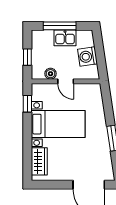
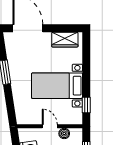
wardrobe: (39, 161) -> (65, 40), moved, turned -90

